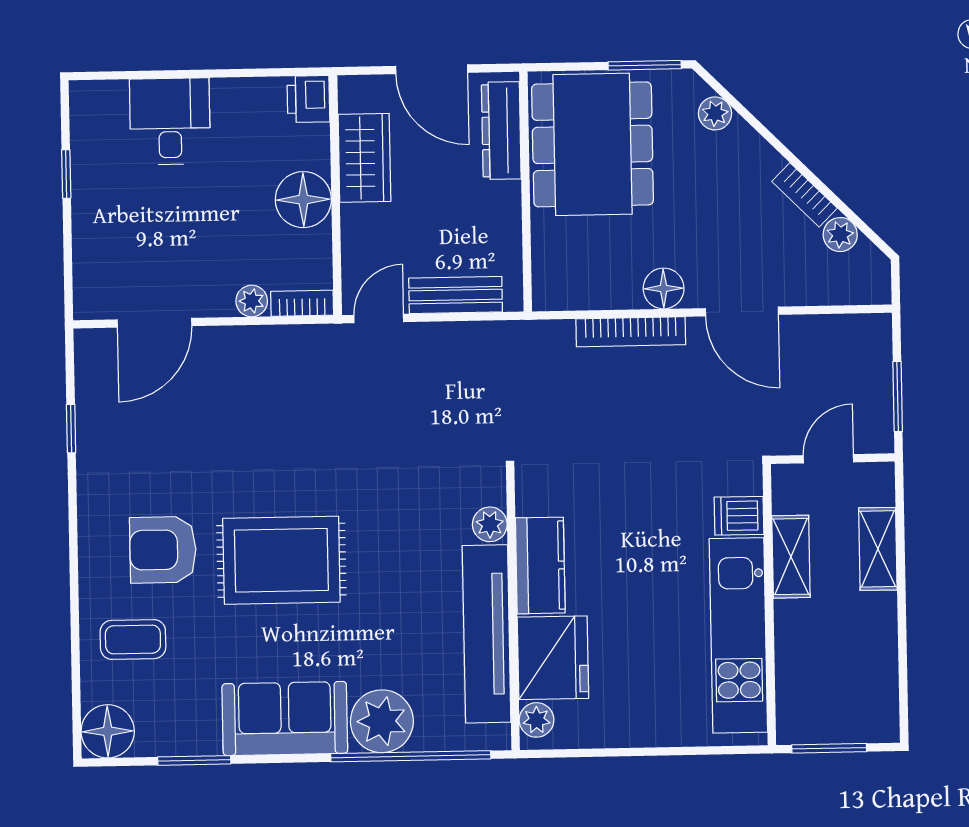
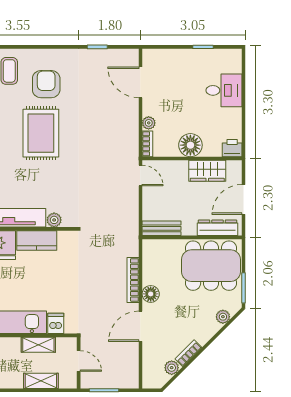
bench: (456, 295) -> (162, 228), moved, turned 90

